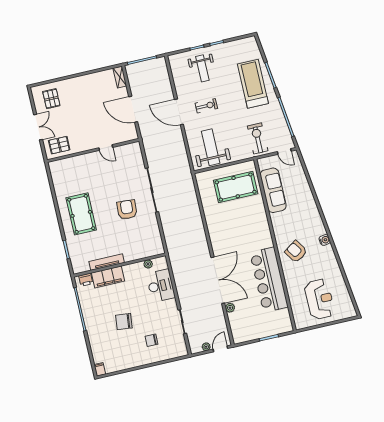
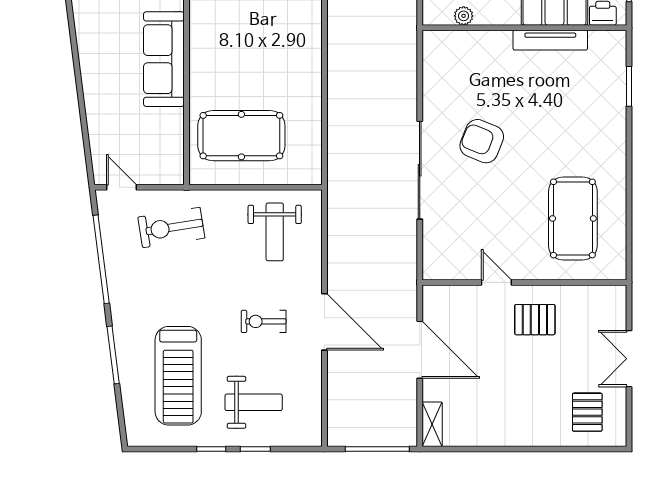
weight bench: (202, 68) -> (254, 402), turned 90
treadmill: (253, 84) -> (178, 376), moved
exercise bike: (258, 138) -> (171, 228), turned 81
pallet: (59, 145) -> (535, 320), moved
weight bench: (211, 147) -> (275, 232), width x0.73, depth x0.75
sofa: (273, 190) -> (164, 59), moved
armchair: (127, 210) -> (482, 141), turned 108
pool table: (81, 214) -> (573, 218), moved

